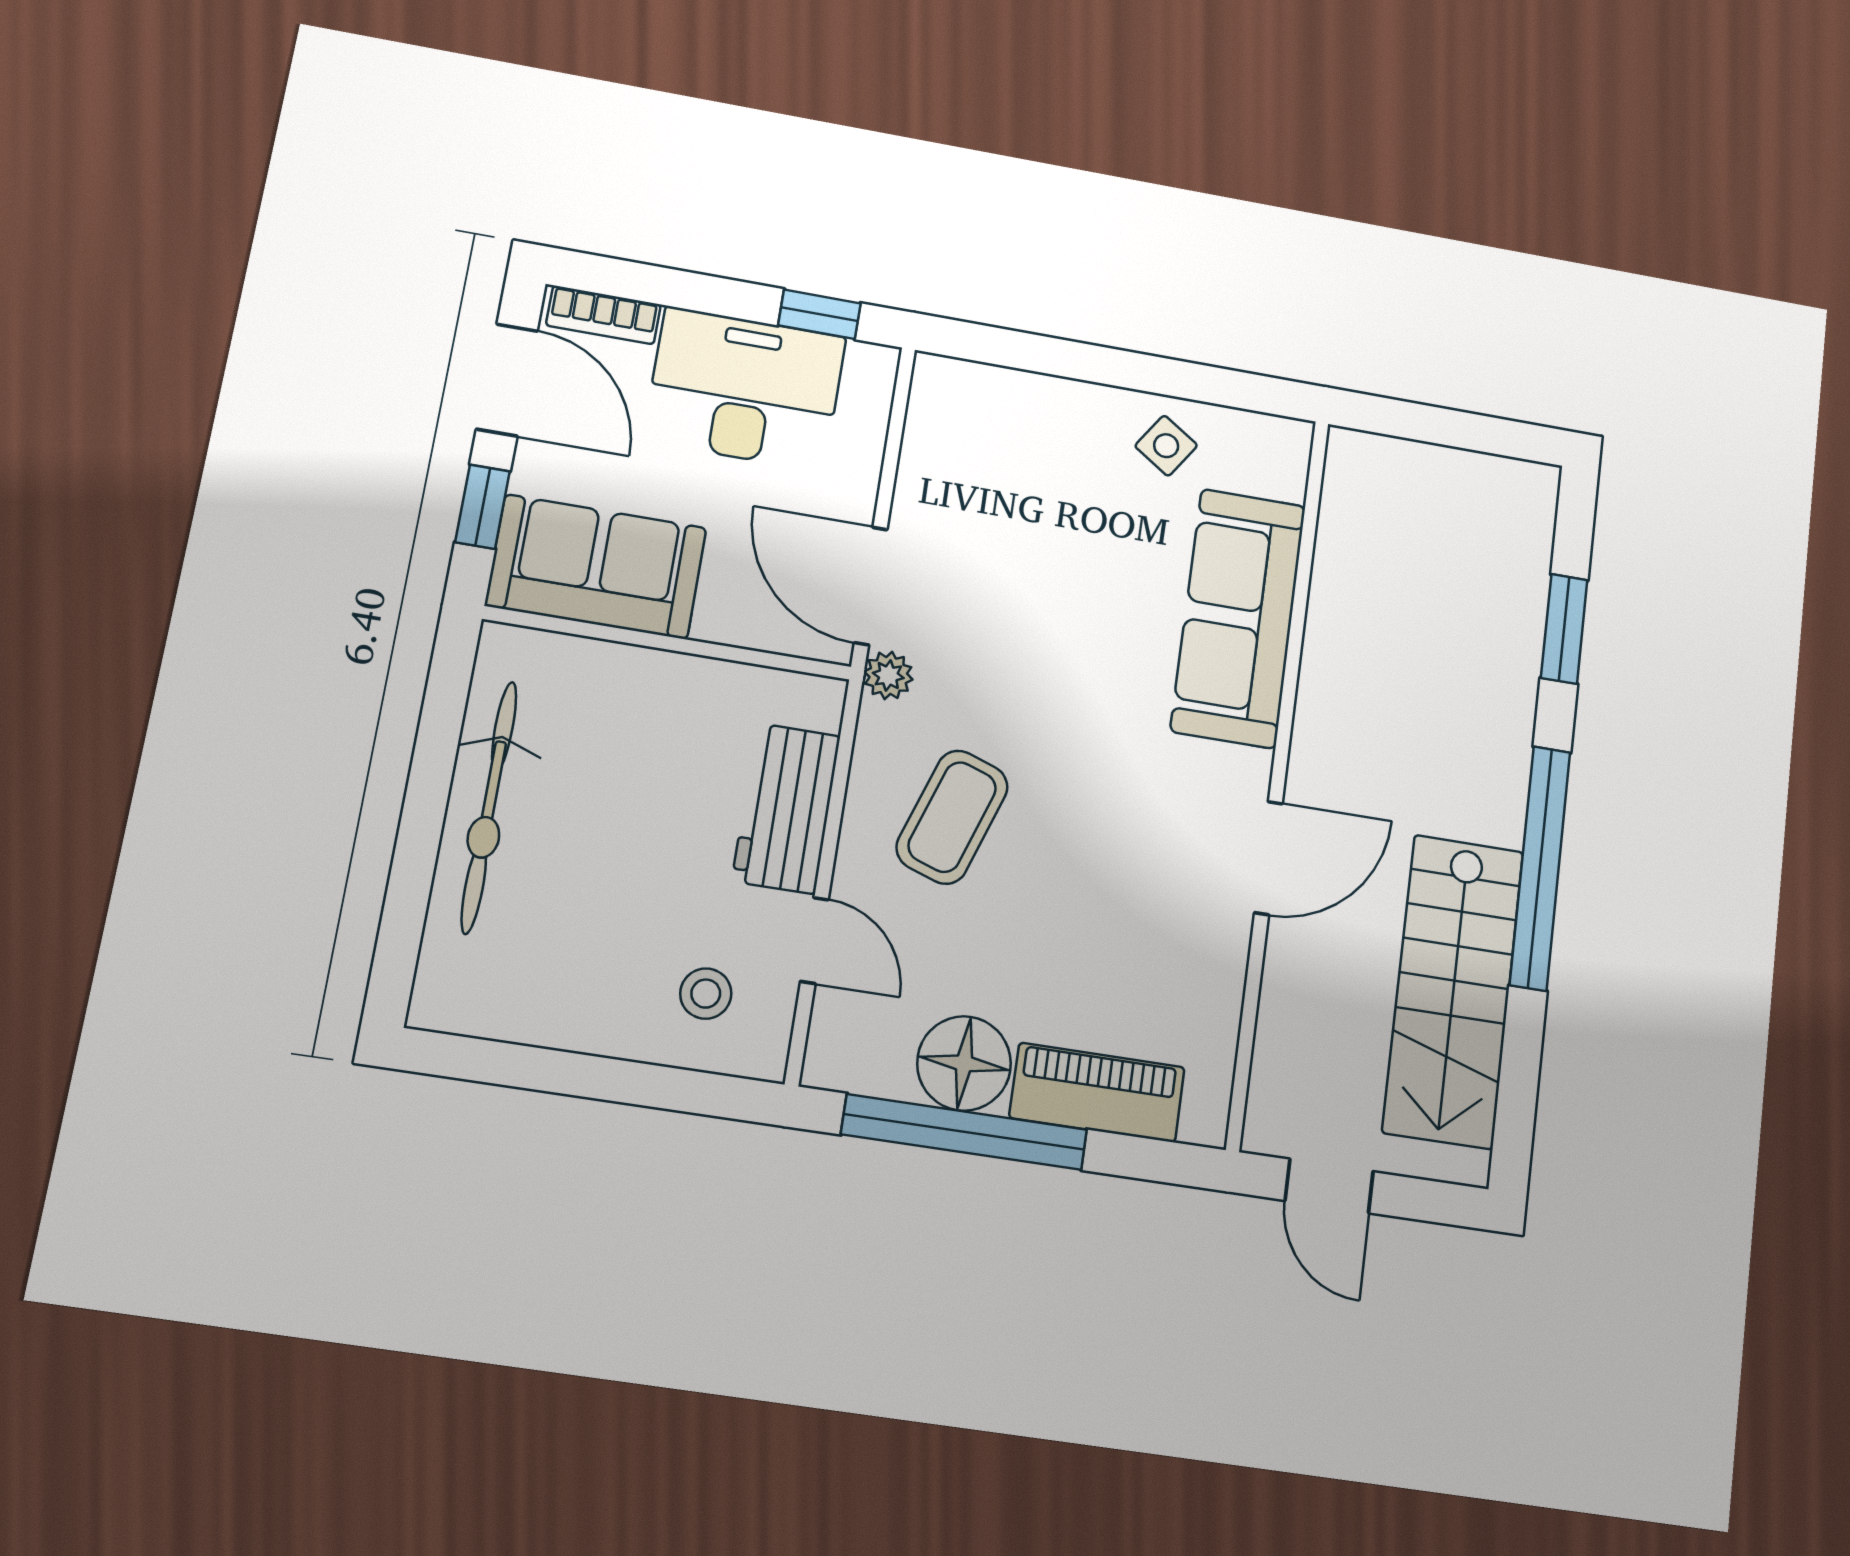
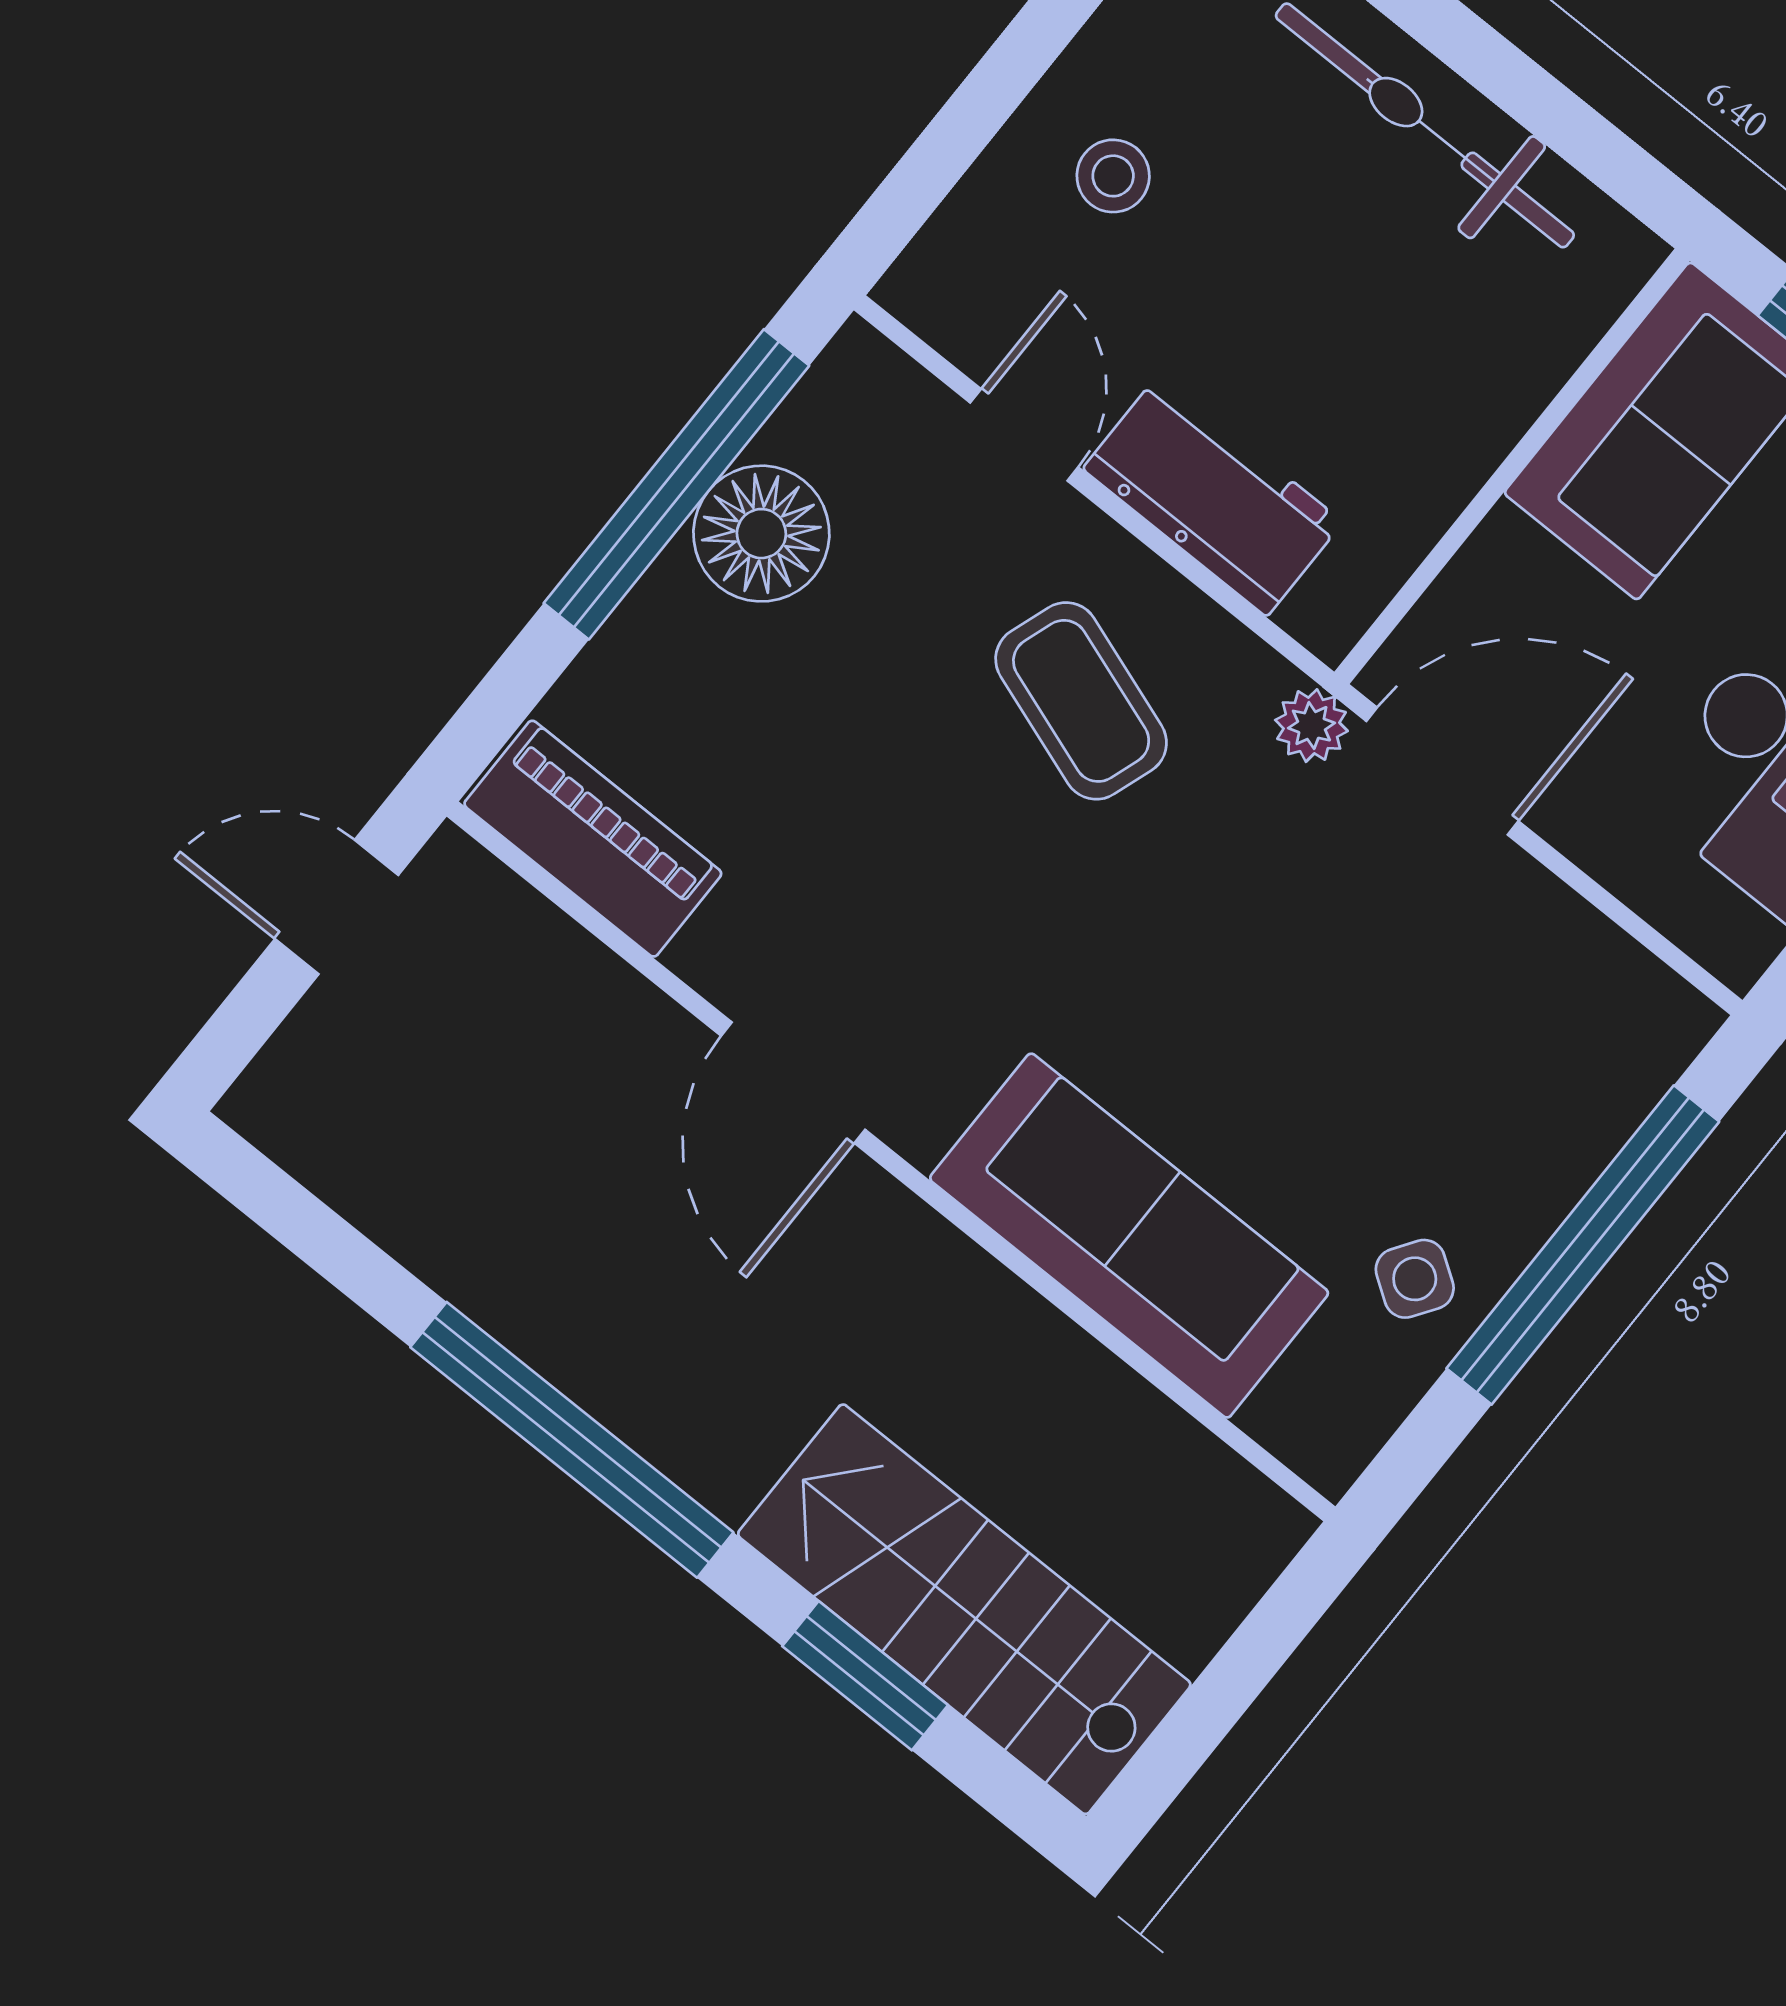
window: (1092, 363) -> (1583, 1245), added
door: (814, 940) -> (1024, 435), swing flipped
stairs: (1453, 991) -> (964, 1609), moved
stool: (706, 994) -> (1113, 176), moved
piano: (1097, 1092) -> (593, 839), moved, turned -90

